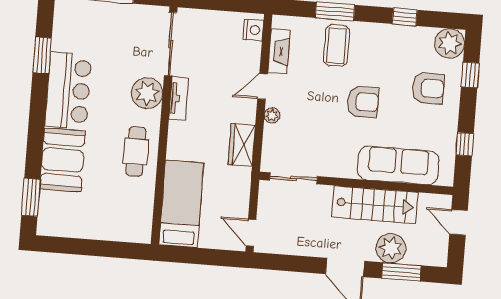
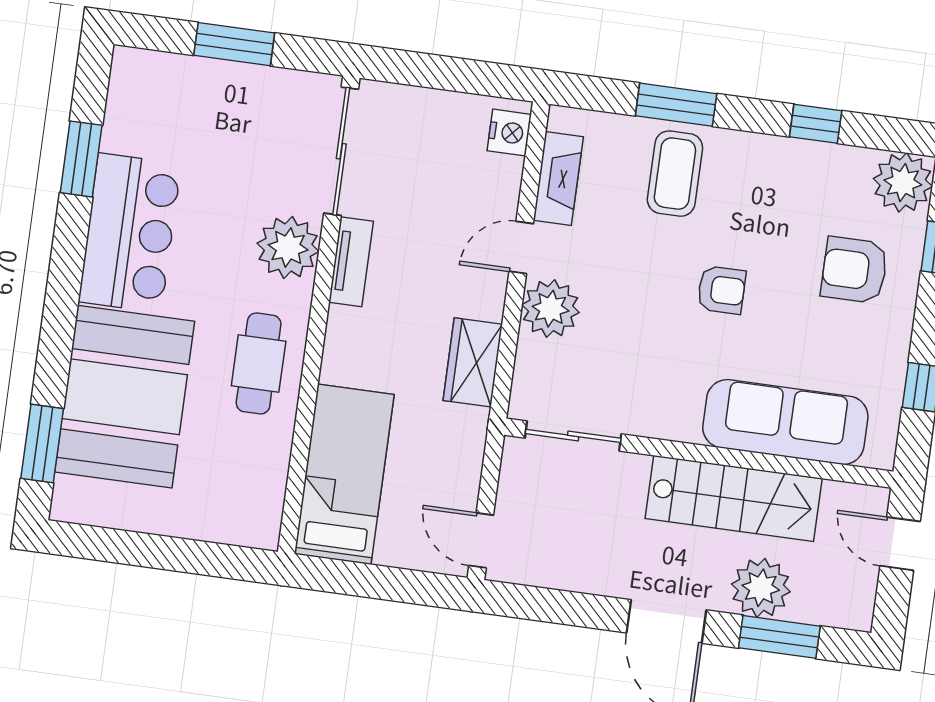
armchair: (428, 88) -> (854, 270), turned 180
armchair: (363, 102) -> (721, 290), width x0.72, depth x0.72
plant: (272, 115) -> (551, 309), width x1.87, depth x1.87
booth: (63, 160) -> (125, 397), width x1.36, depth x1.42

